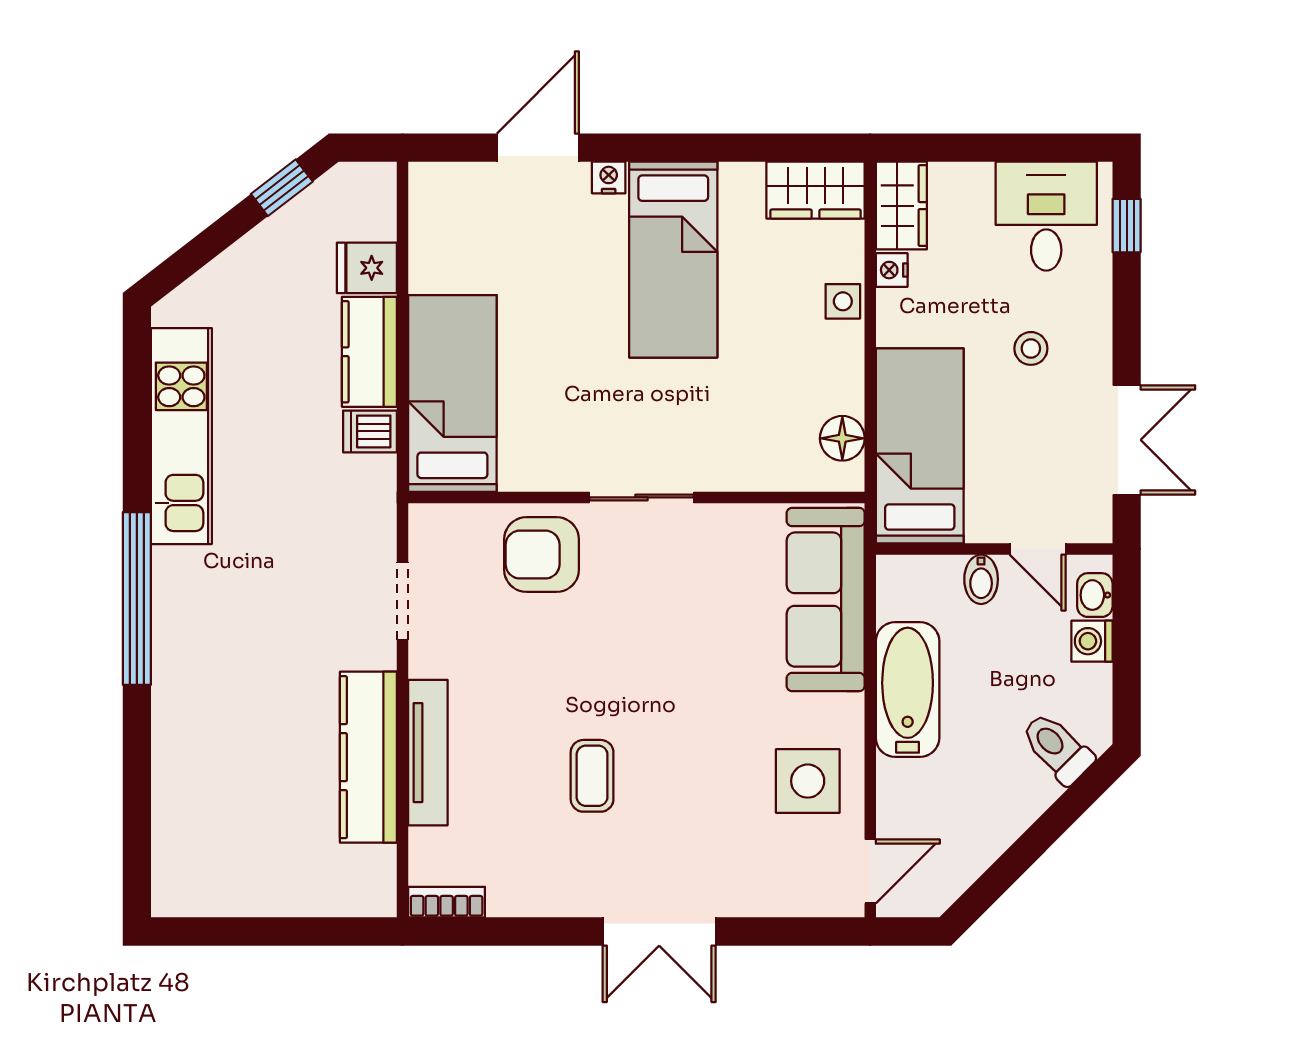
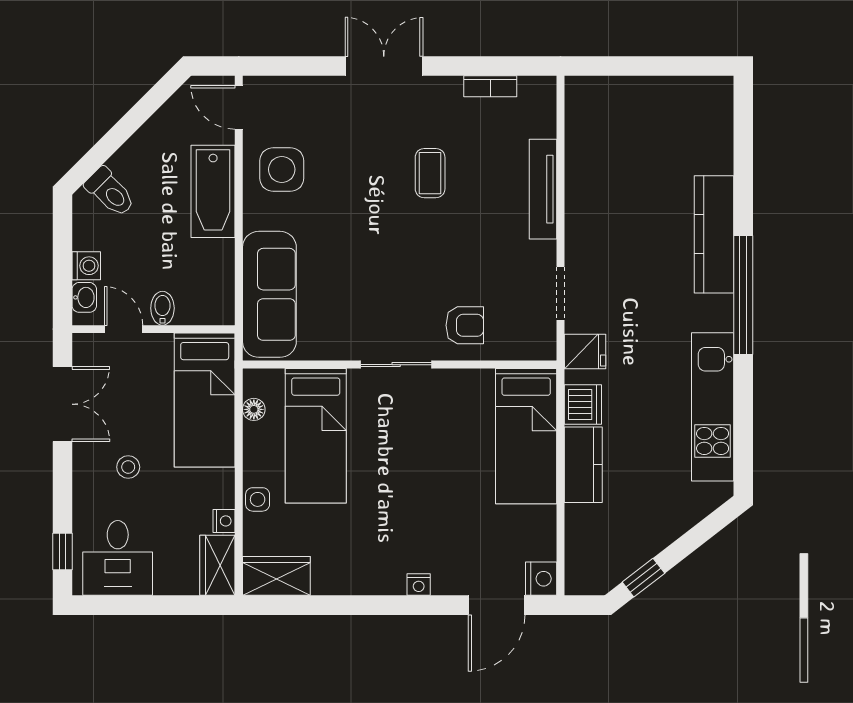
door: (538, 148) -> (497, 605), moved
nightstand: (431, 186) -> (541, 579), added
bed: (673, 260) -> (316, 436), moved, turned 180
fridge: (367, 268) -> (585, 351), moved
dishwasher: (370, 431) -> (583, 405), width x1.38
floor lamp: (842, 438) -> (254, 409), width x0.73, depth x0.73
double door: (1127, 440) -> (62, 404), swing flipped
armchair: (542, 555) -> (465, 325), width x0.72, depth x0.72
bathtub: (908, 689) -> (213, 191), moved
kitchen counter: (368, 757) -> (714, 234), moved, turned 180
door: (870, 871) -> (239, 107), hinge flipped
bookcase: (447, 902) -> (490, 86), moved

